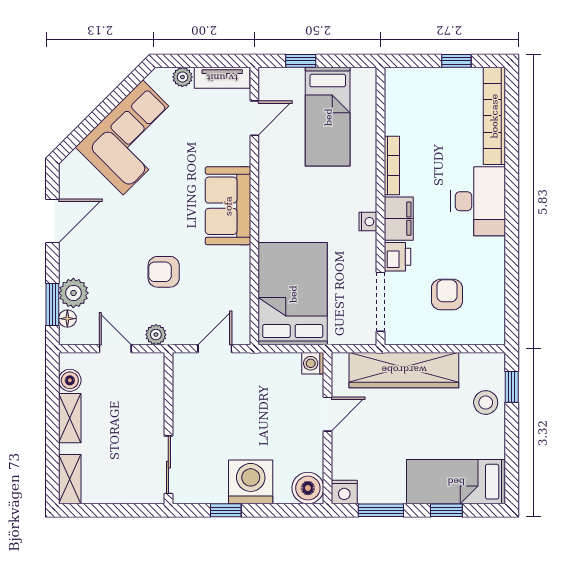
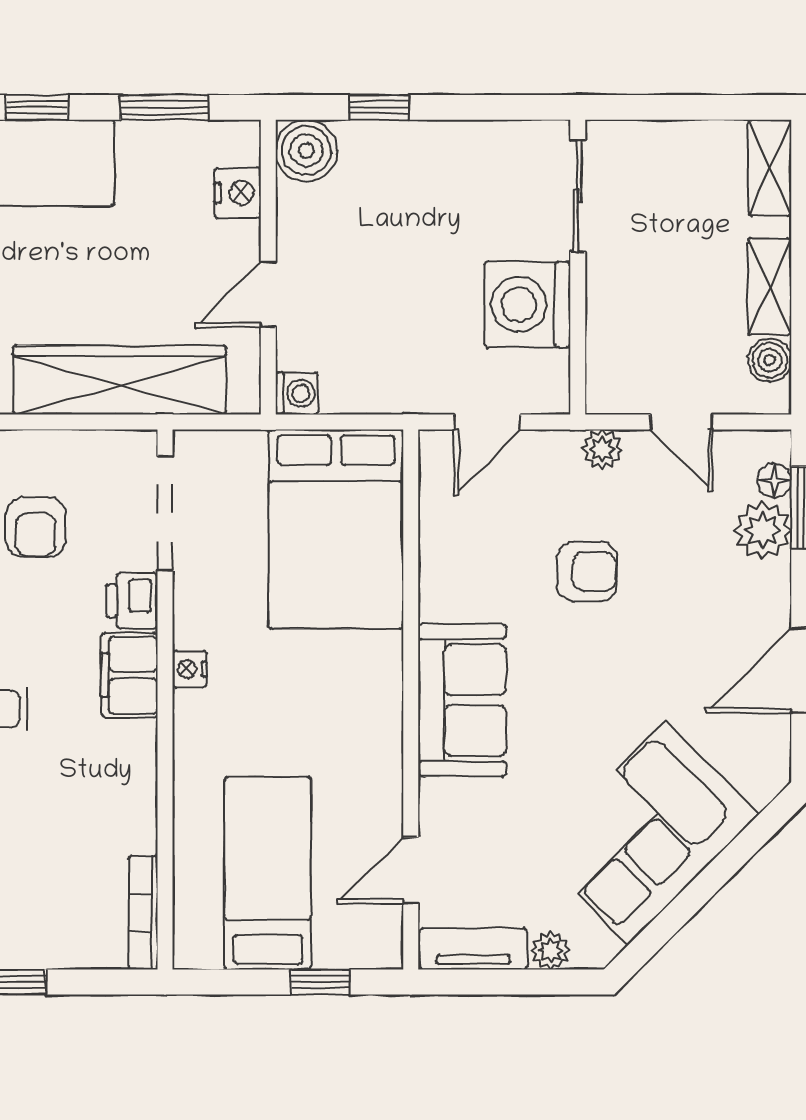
bookcase: (392, 166) -> (143, 913), moved
washing machine: (251, 482) -> (527, 304), moved, turned 90
nightstand: (344, 492) -> (238, 193), moved, turned 90
window: (226, 510) -> (379, 107), moved

